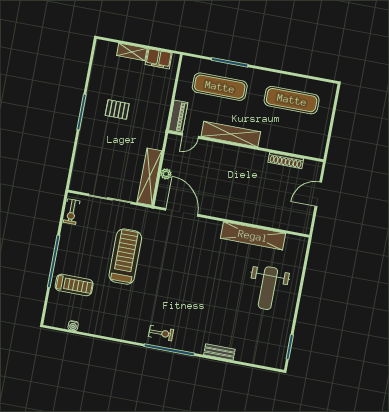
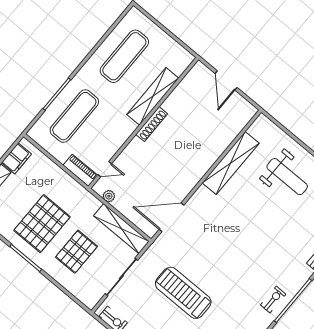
pallet: (117, 109) -> (42, 224), width x2.05, depth x2.00
shelving: (231, 134) -> (153, 96), moved
door: (190, 136) -> (105, 169), hinge flipped
pallet: (110, 151) -> (76, 252), added
shoe rack: (286, 160) -> (152, 124), moved
plant: (166, 174) -> (109, 196), moved

